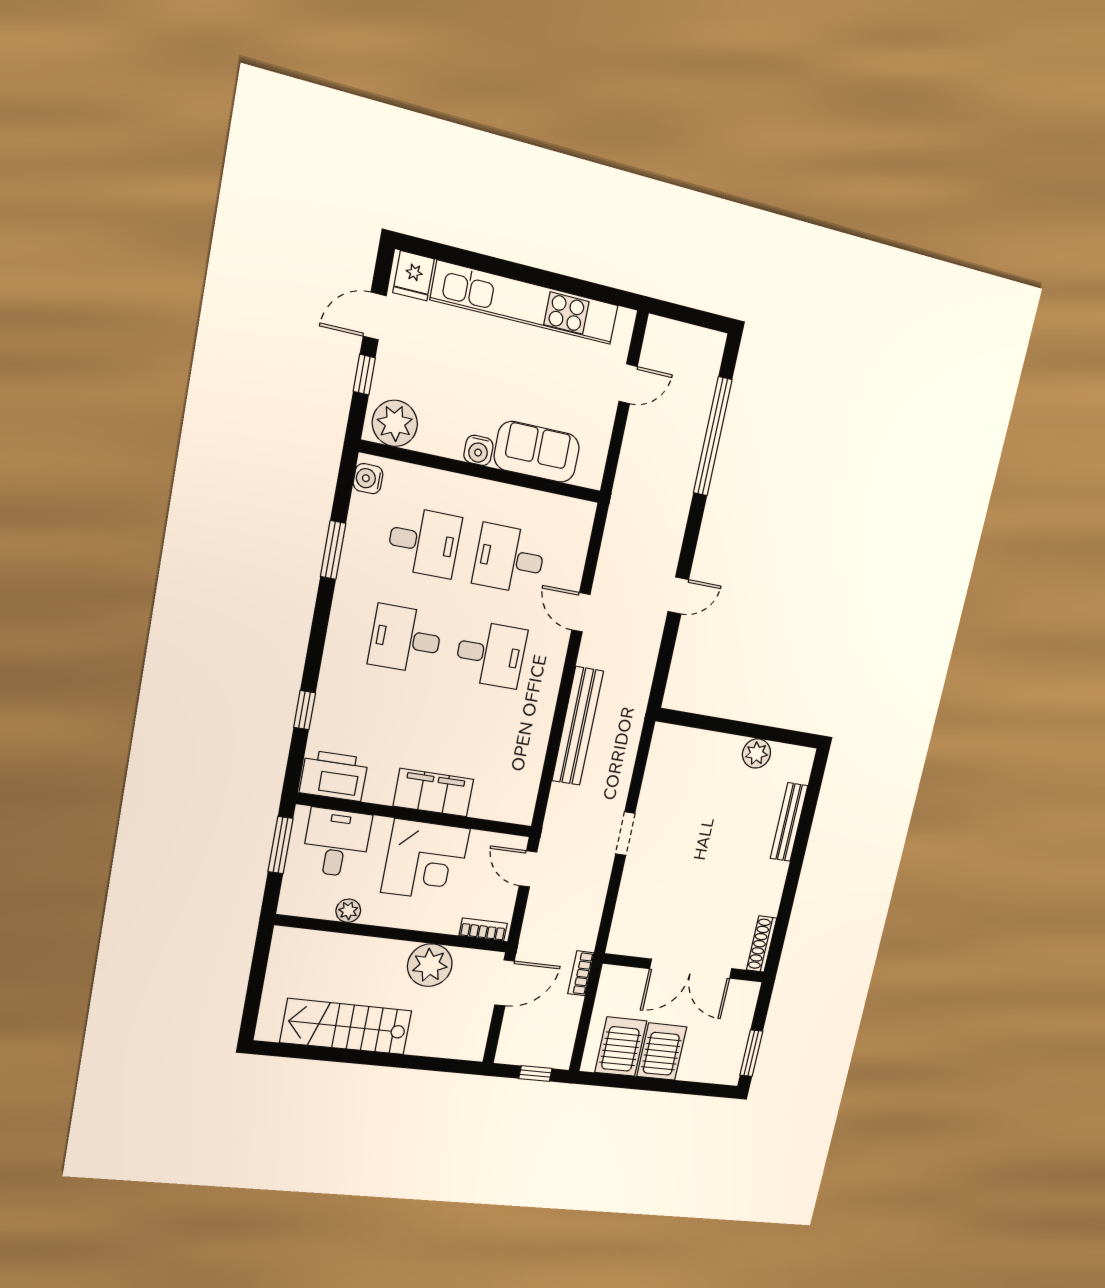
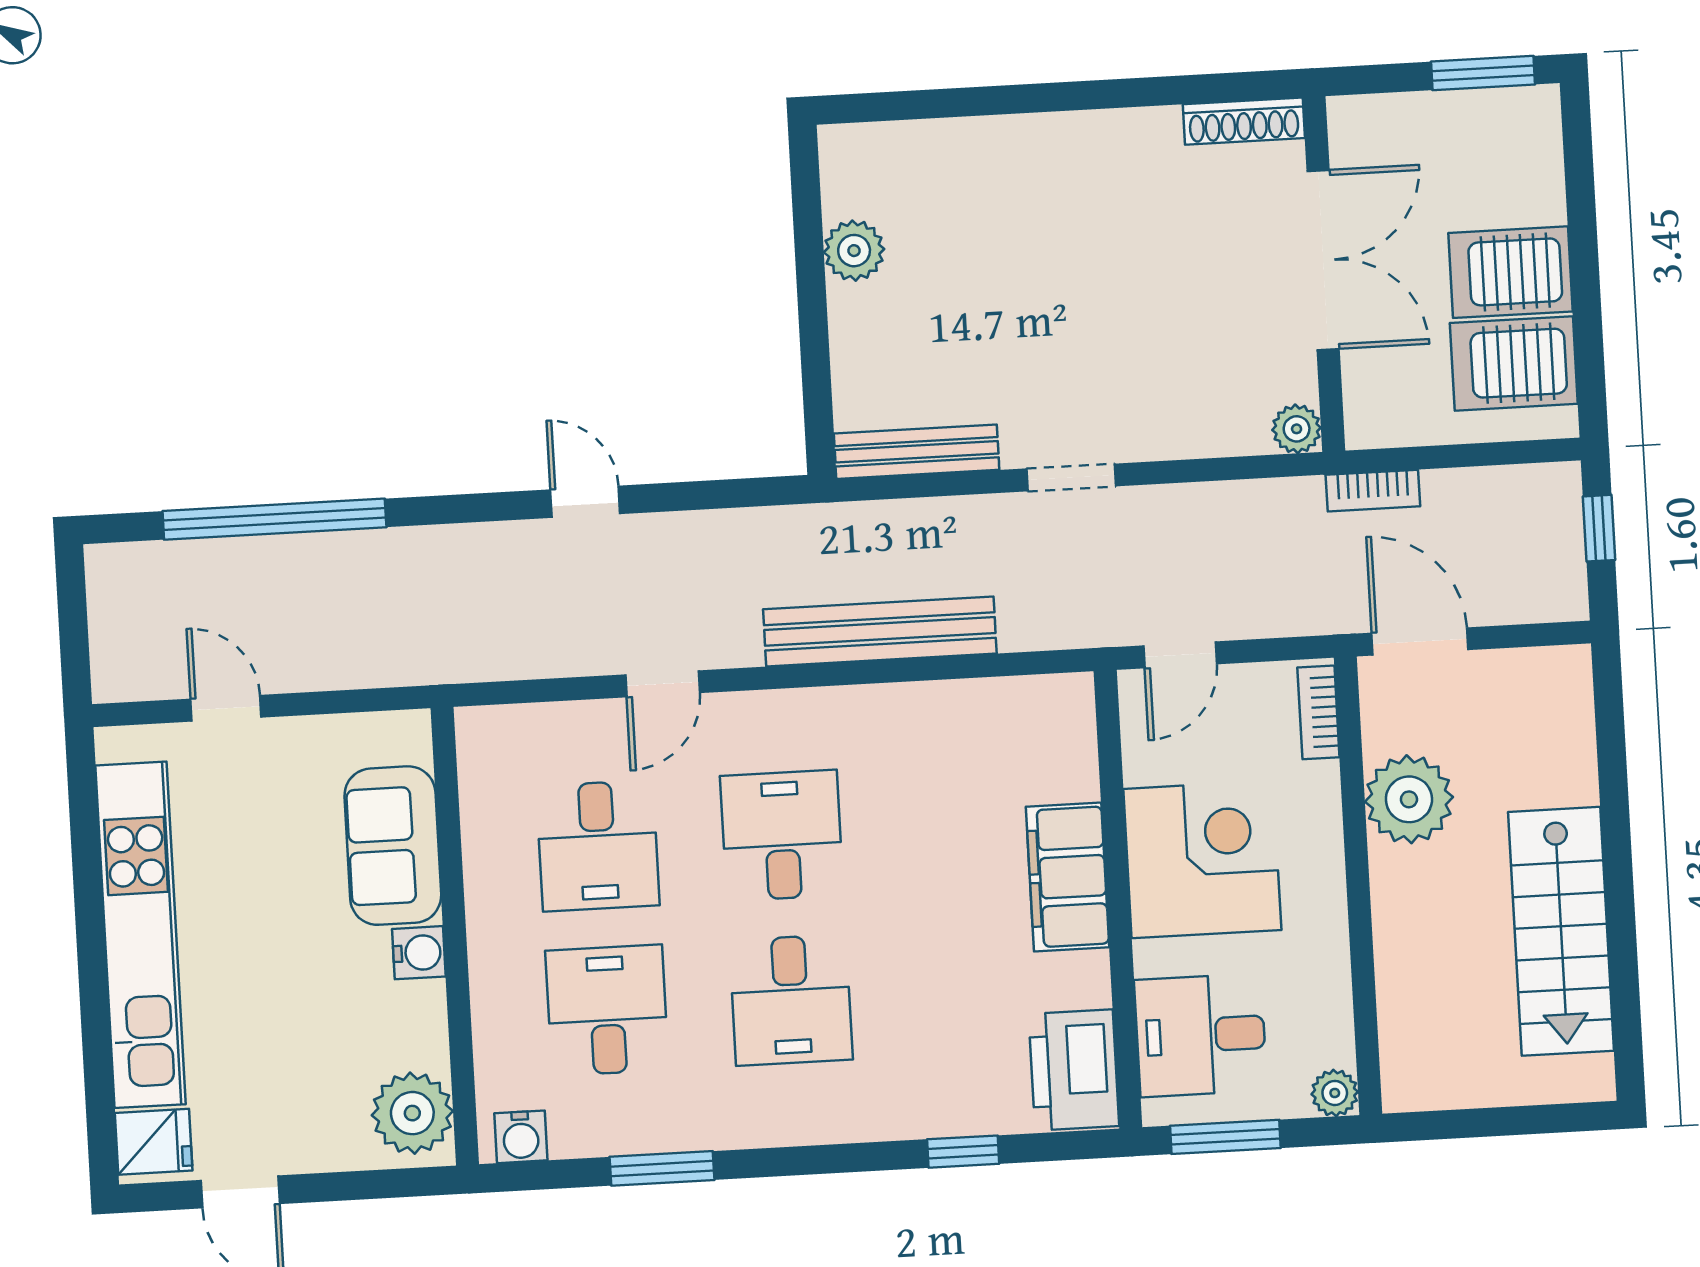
window: (364, 375) -> (344, 1186), removed
bench: (789, 822) -> (917, 452), moved
plant: (348, 911) -> (1335, 1093), moved
plant: (619, 943) -> (1297, 429), added

